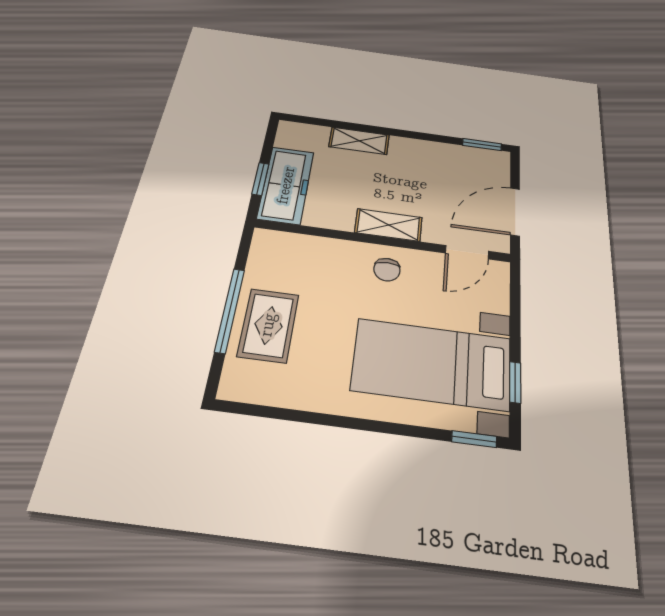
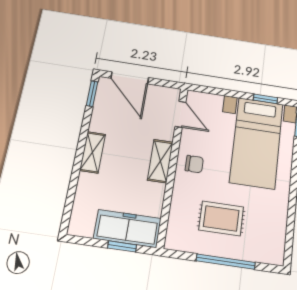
shelving: (359, 141) -> (93, 152), moved
door: (515, 212) -> (130, 78), moved
rug: (268, 325) -> (221, 218), moved

